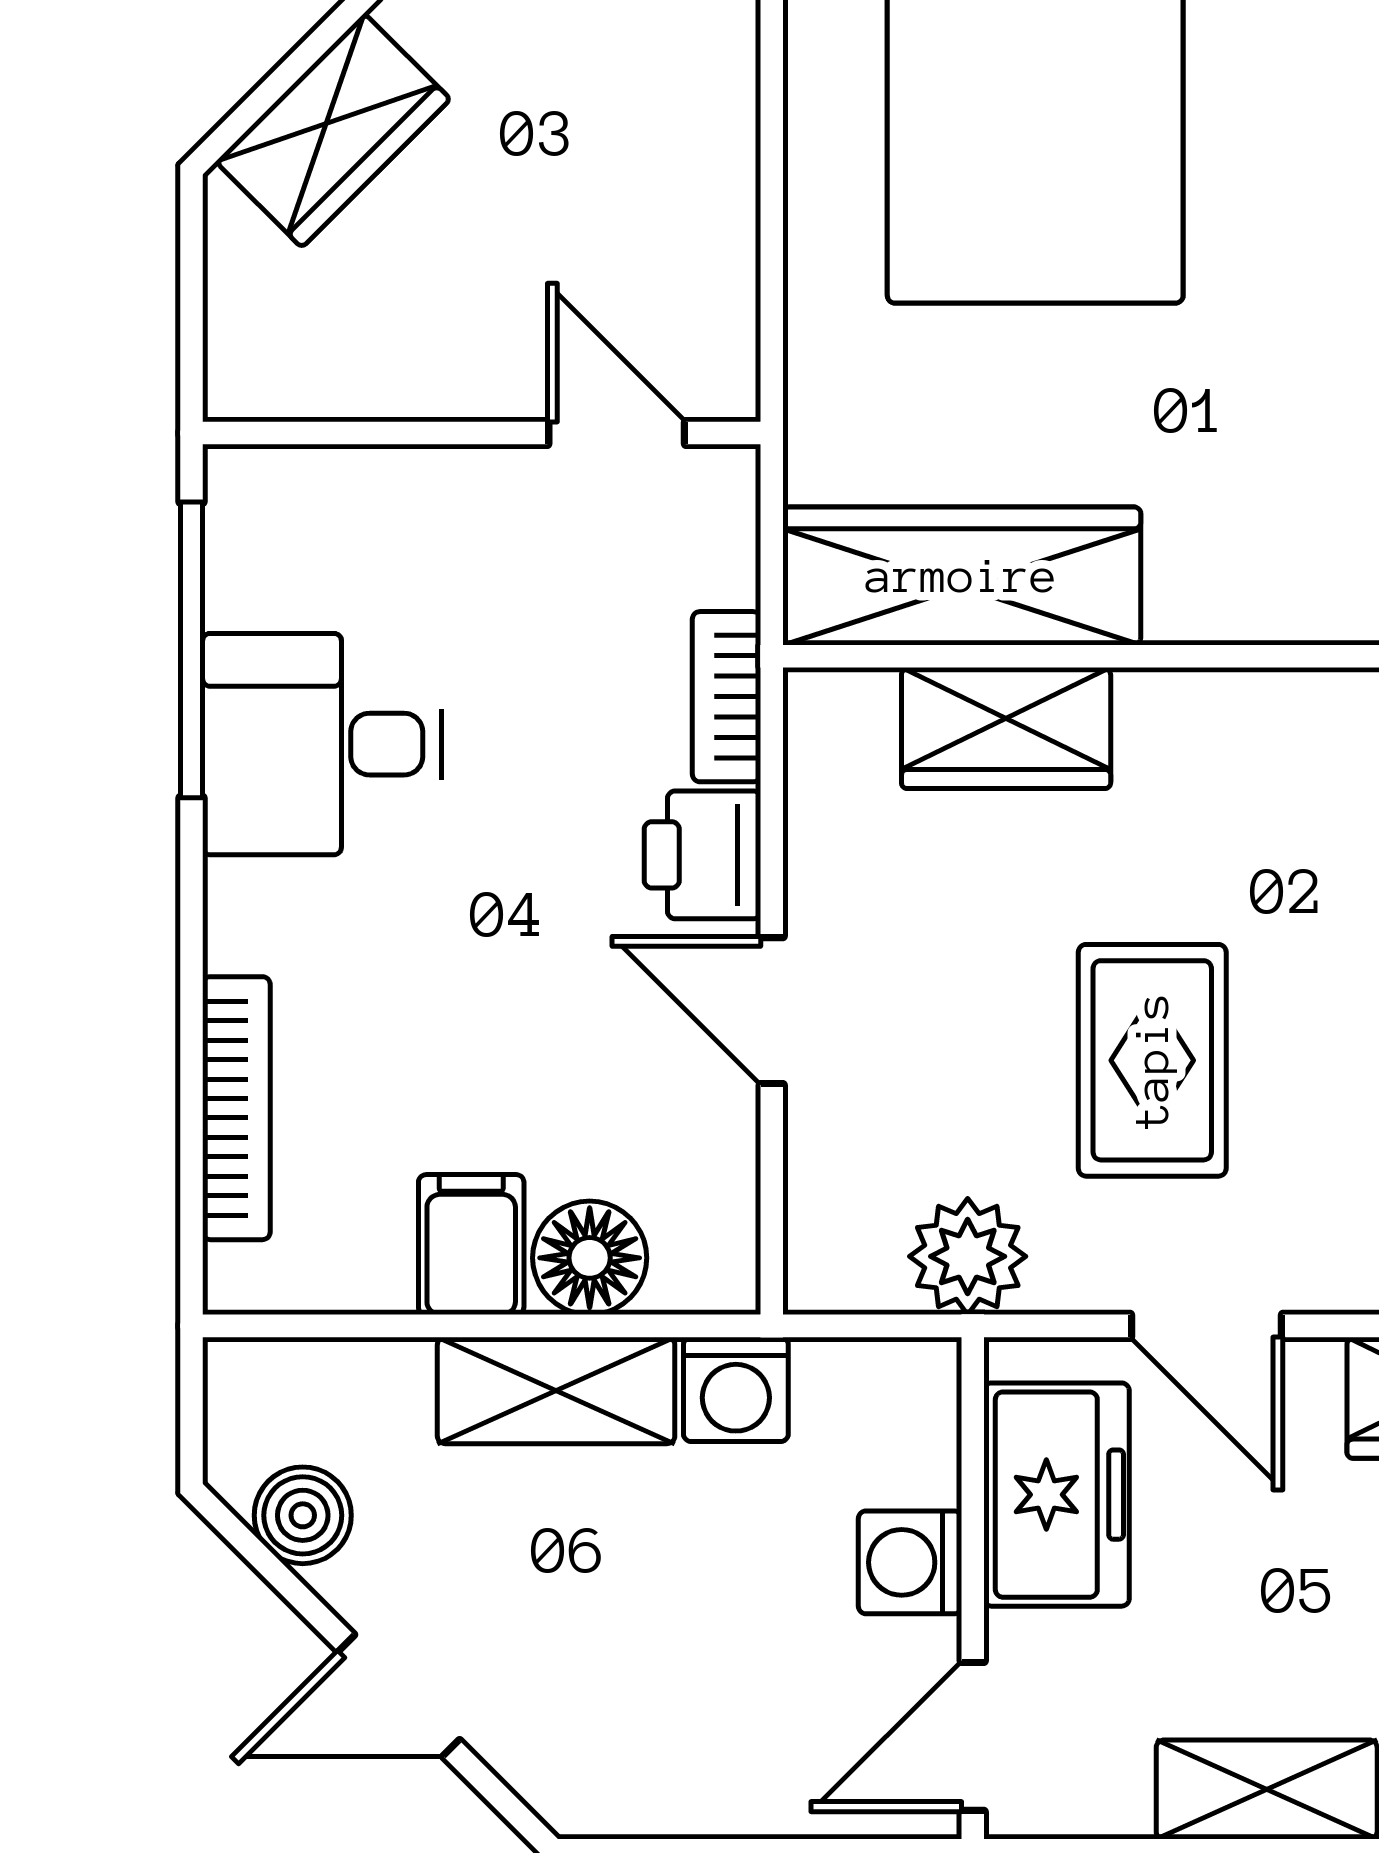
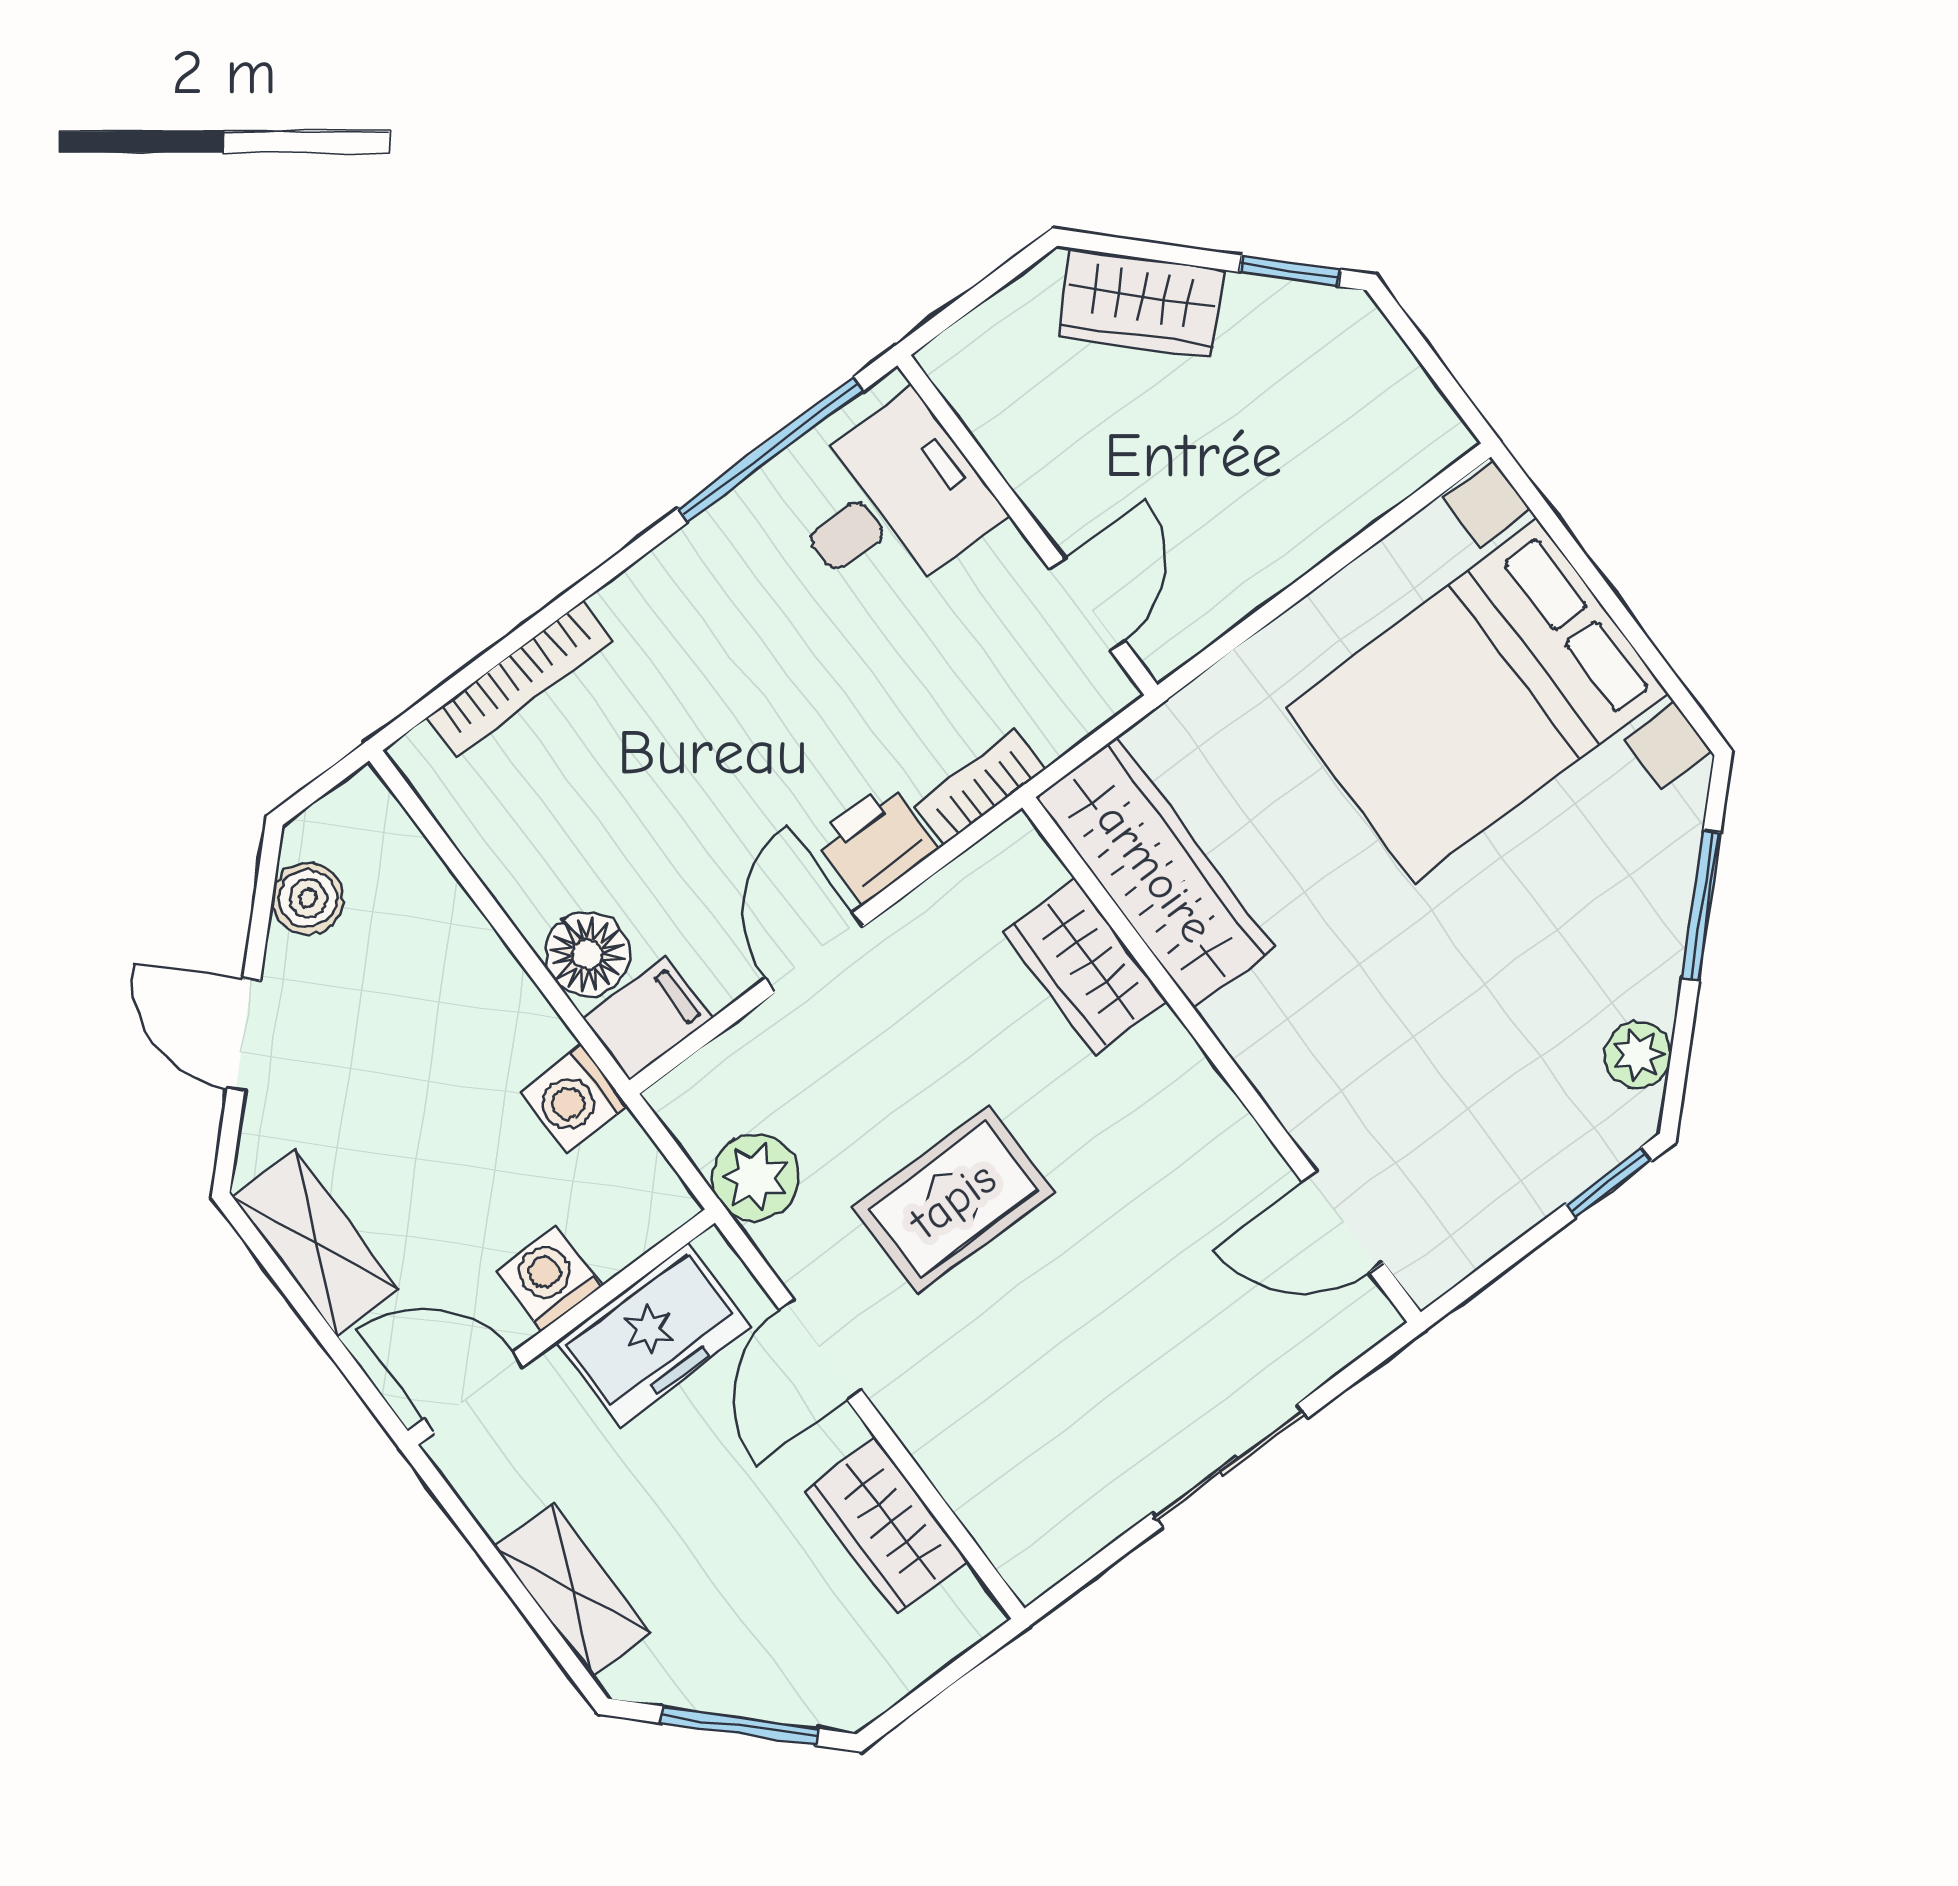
desk: (322, 744) -> (890, 503), moved, turned 90
filing cabinet: (471, 1245) -> (648, 1018), moved
shelving: (556, 1390) -> (316, 1243), moved

